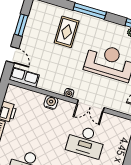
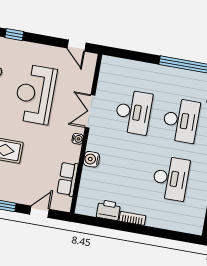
row of seats: (24, 77) -> (68, 179), moved
double door: (91, 106) -> (90, 111), swing flipped

